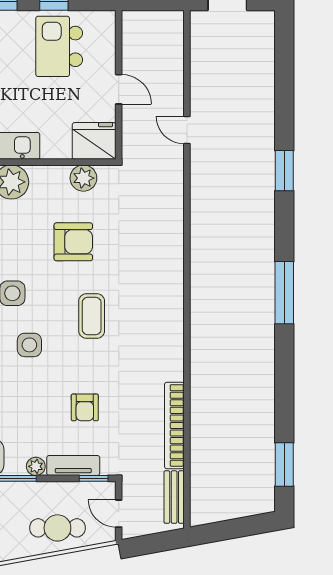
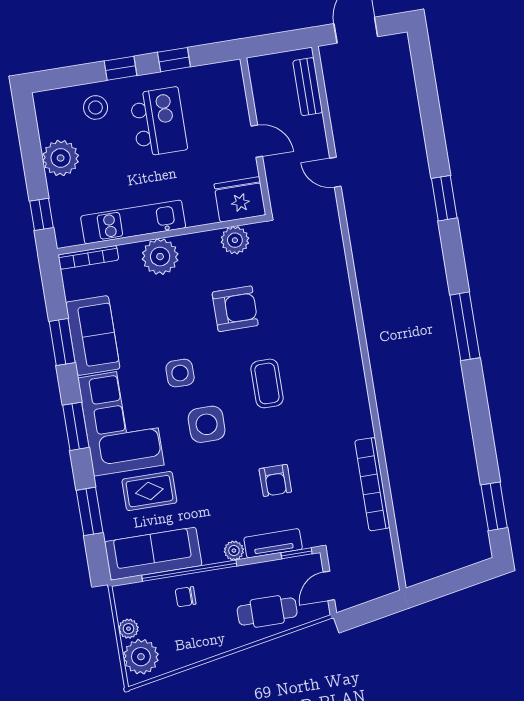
kitchen island: (59, 46) -> (158, 122), moved, turned 180
side table: (29, 345) -> (207, 424), width x1.37, depth x1.37
bench: (174, 497) -> (308, 87), moved
door: (119, 514) -> (329, 586), hinge flipped

